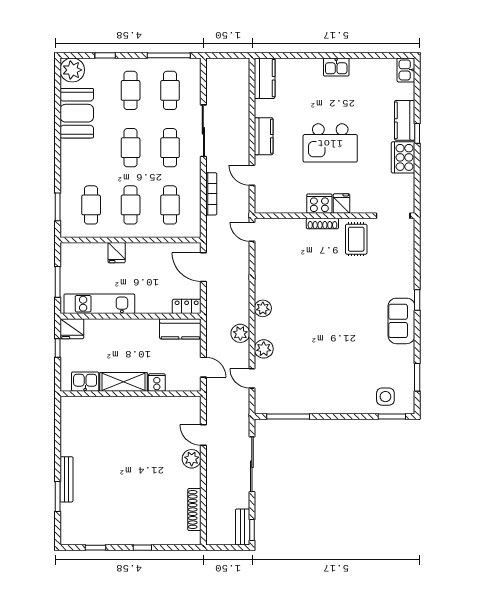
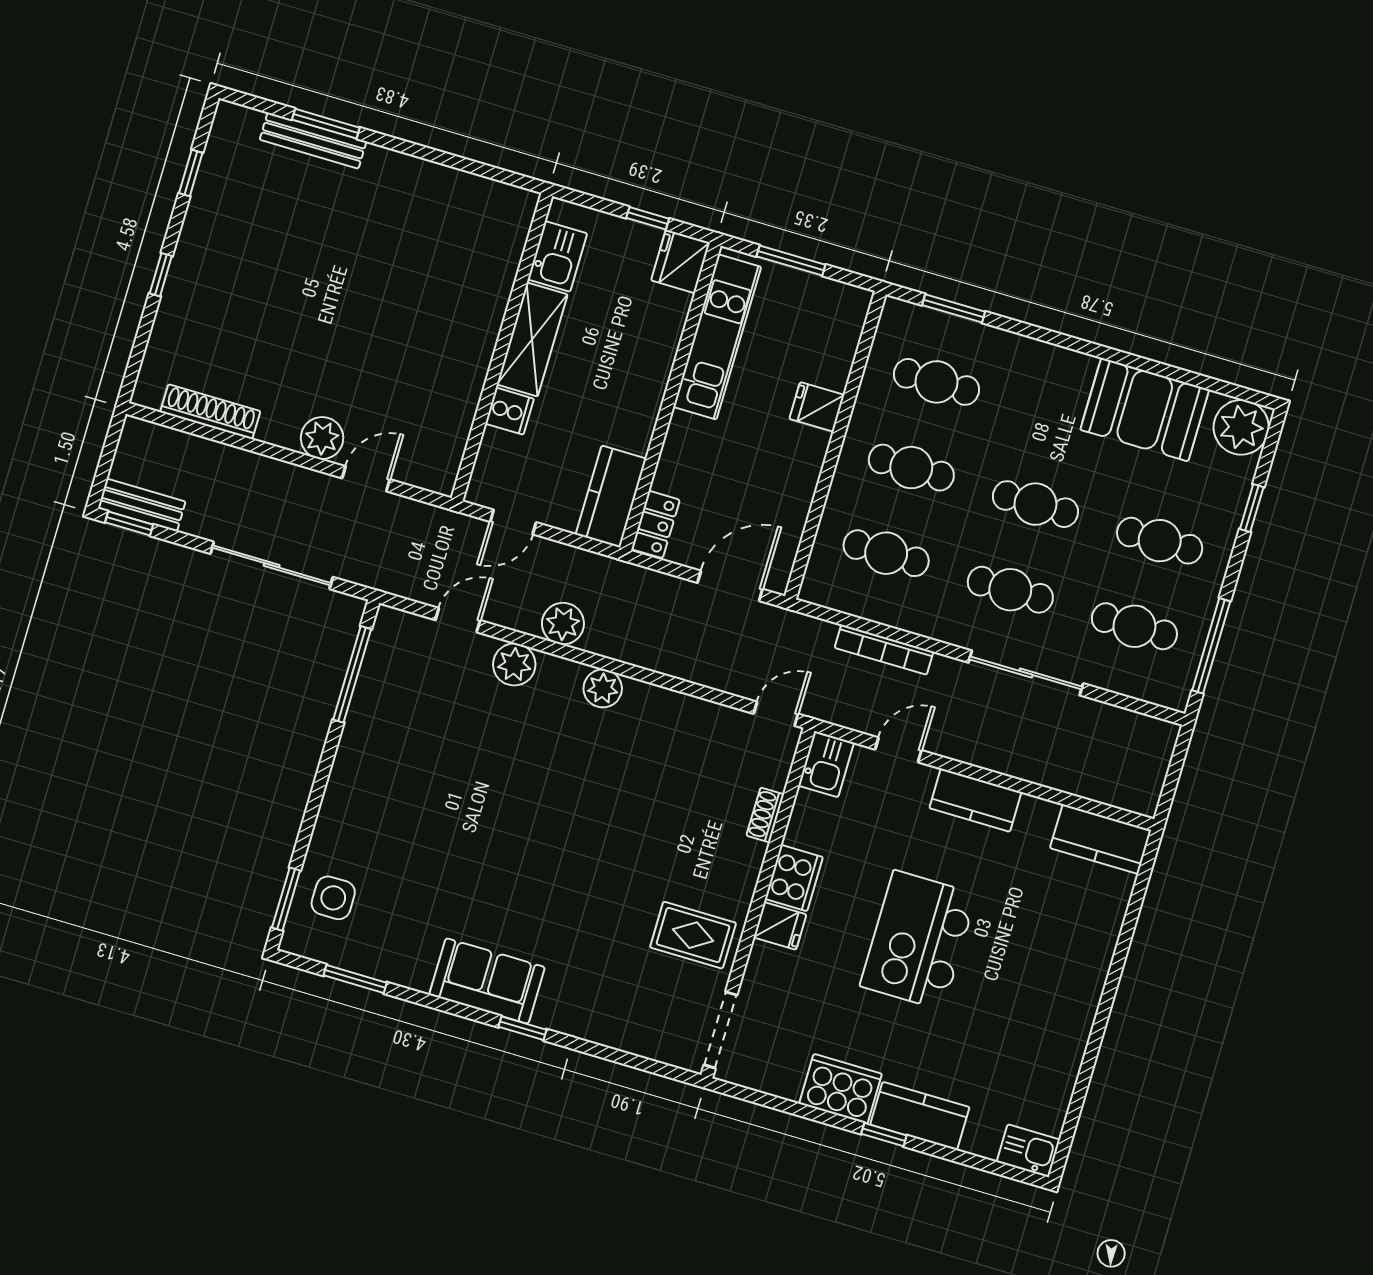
kitchen sink: (336, 67) -> (826, 764), moved, turned 180
shoe rack: (322, 224) -> (765, 815), moved, width x0.70
bench: (66, 479) -> (313, 141), moved

